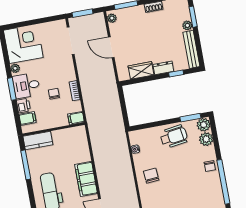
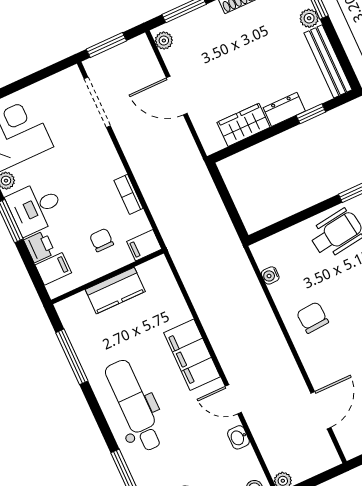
chair: (54, 94) -> (102, 240), moved
kitchen counter: (38, 140) -> (115, 291), moved

